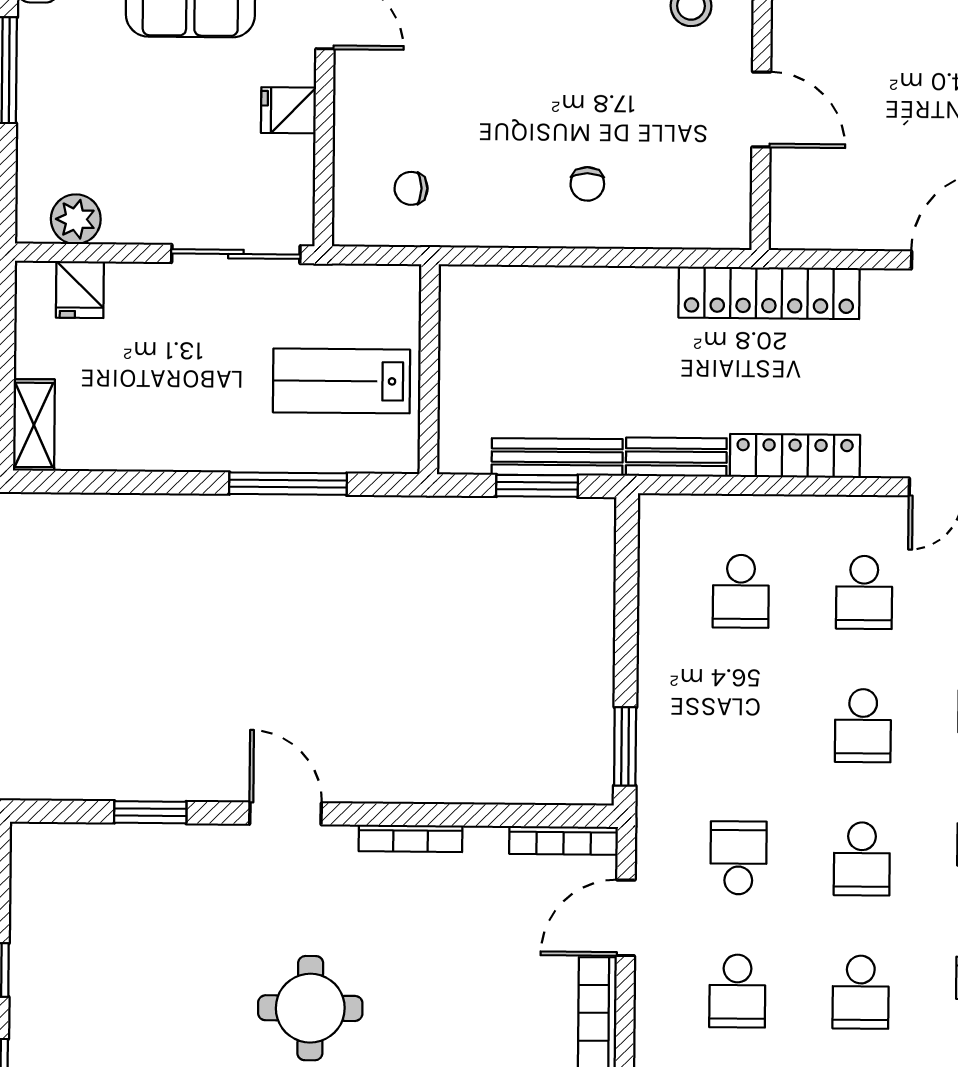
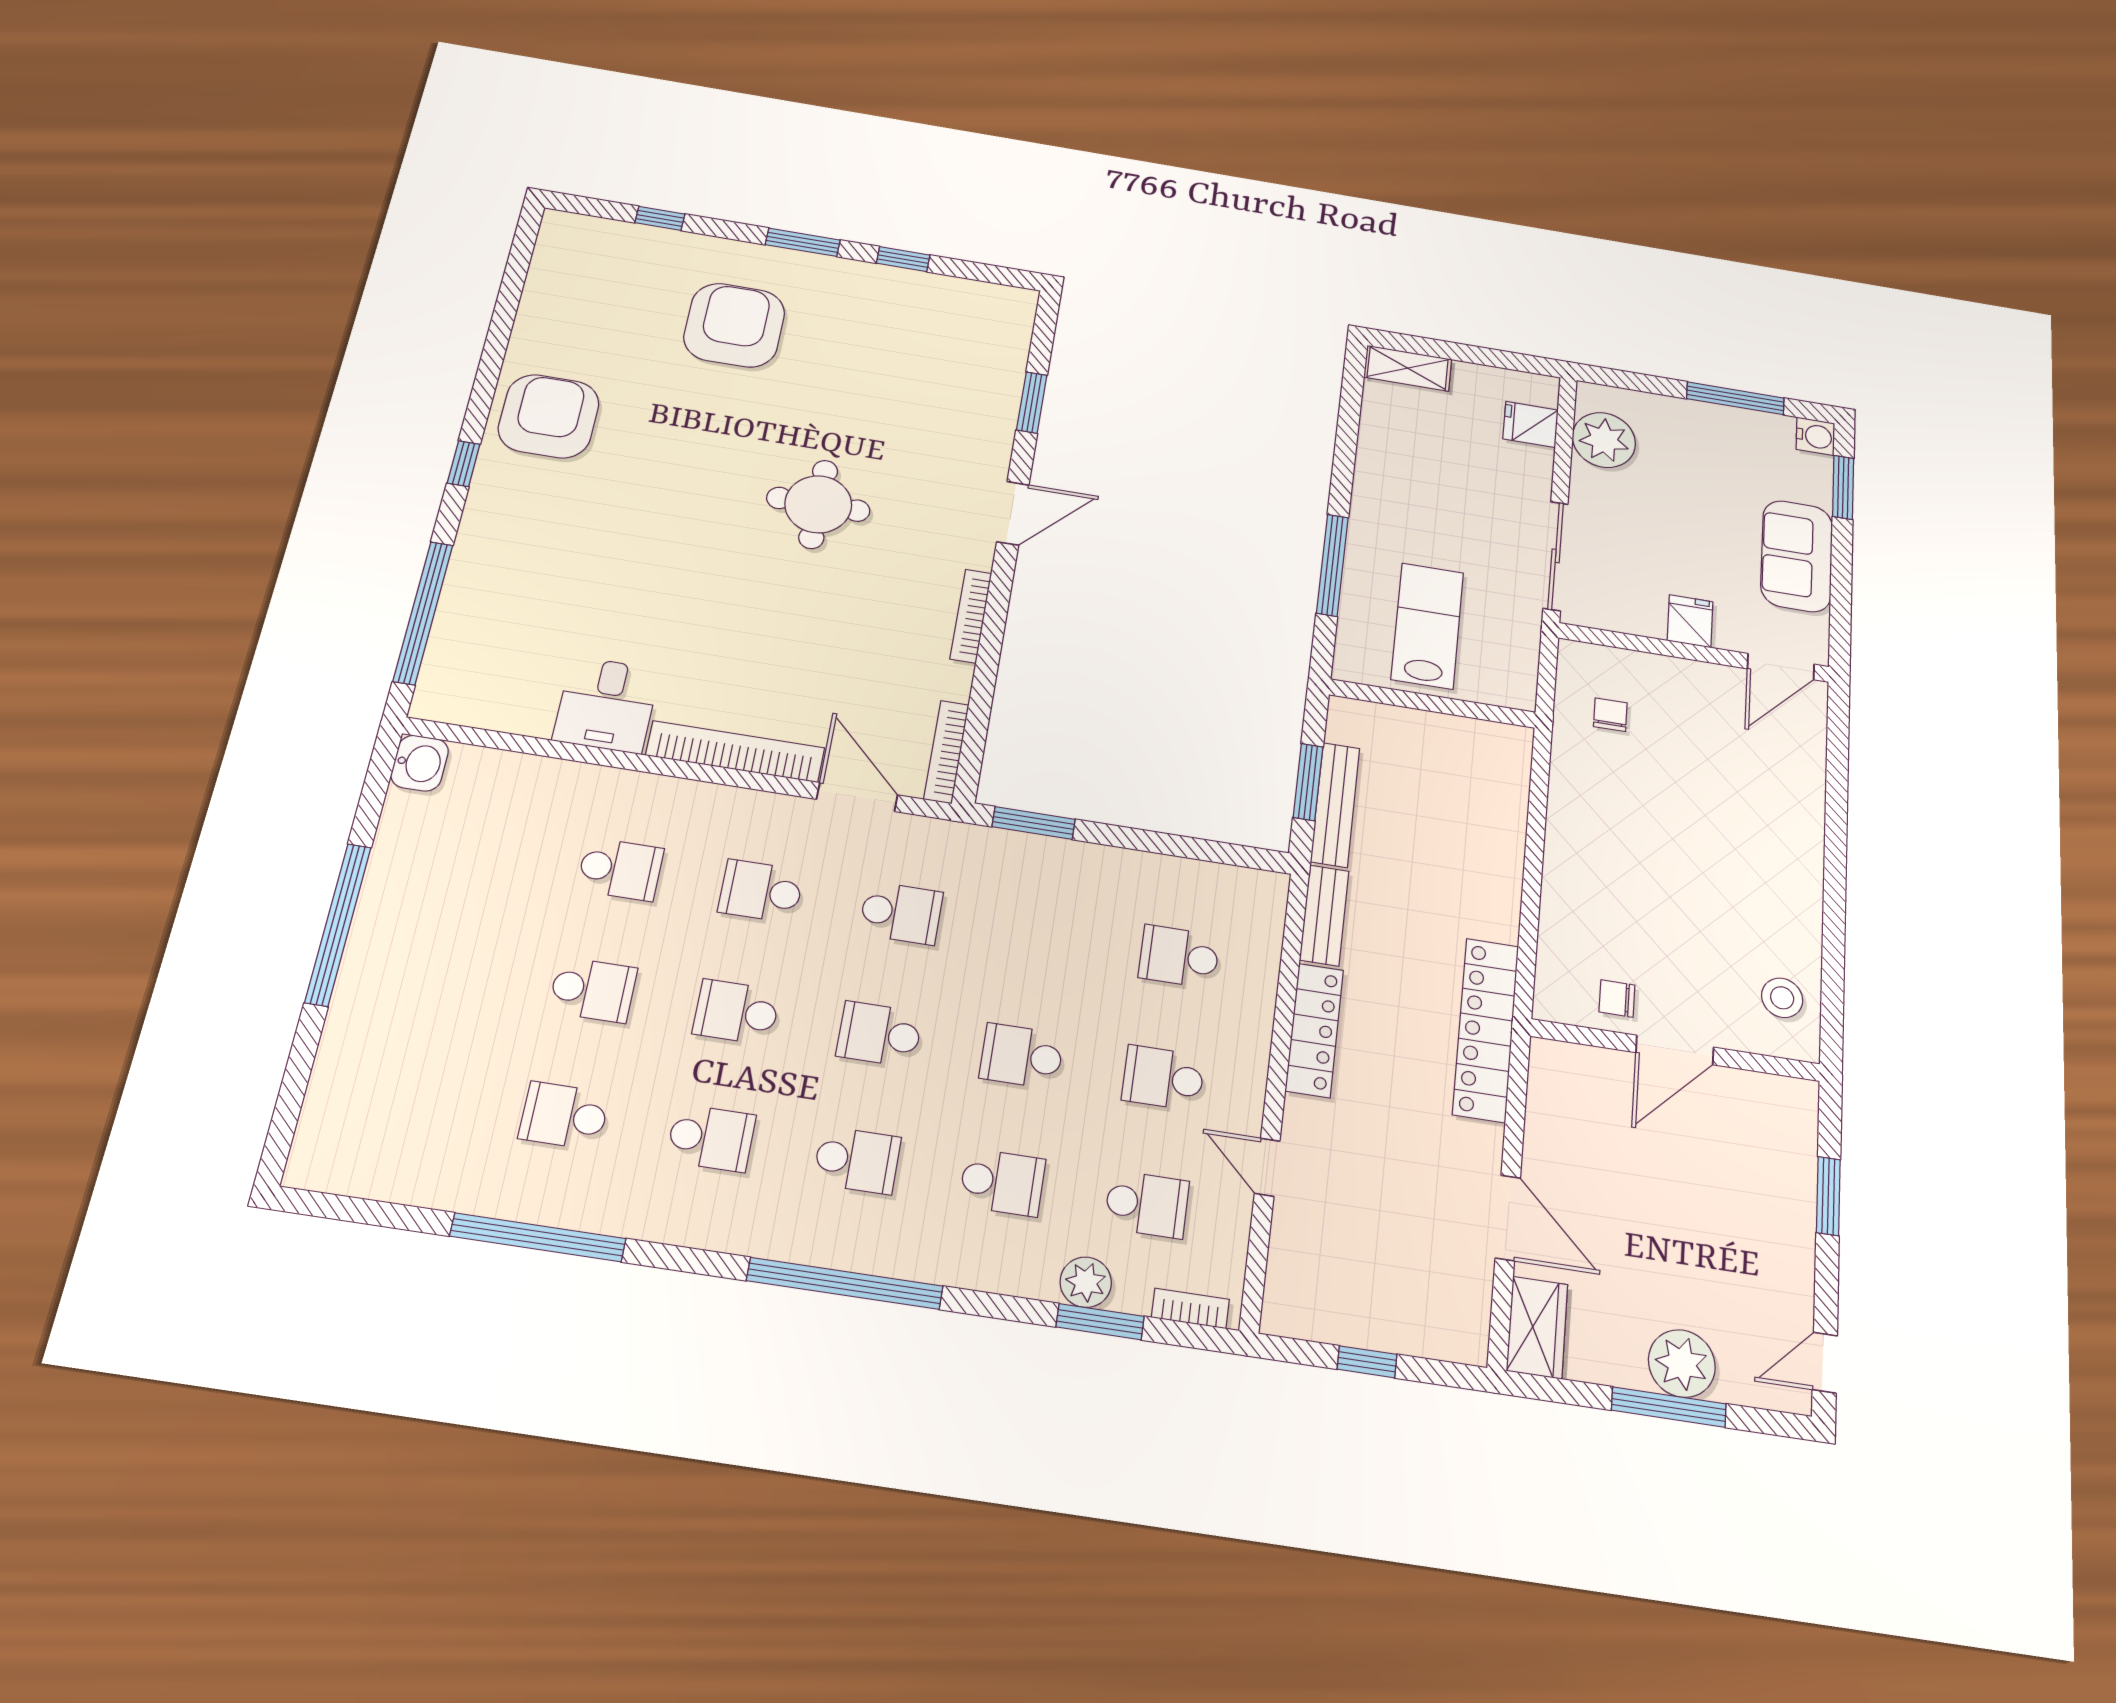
chair: (587, 184) -> (1617, 999), moved
plant: (76, 219) -> (1604, 440), width x1.36, depth x1.36

